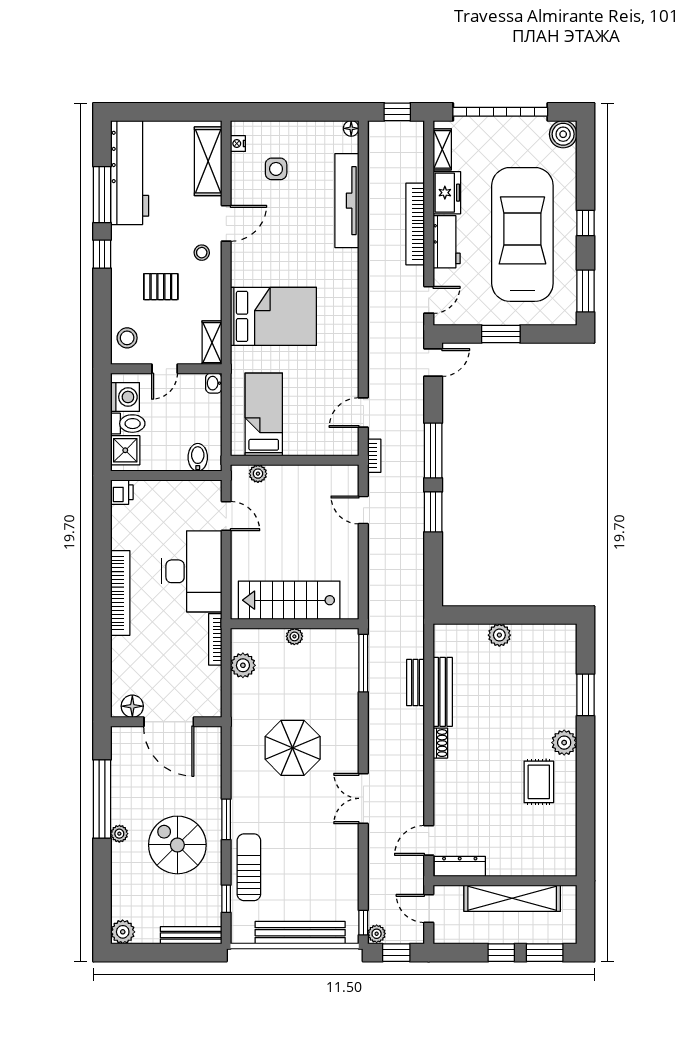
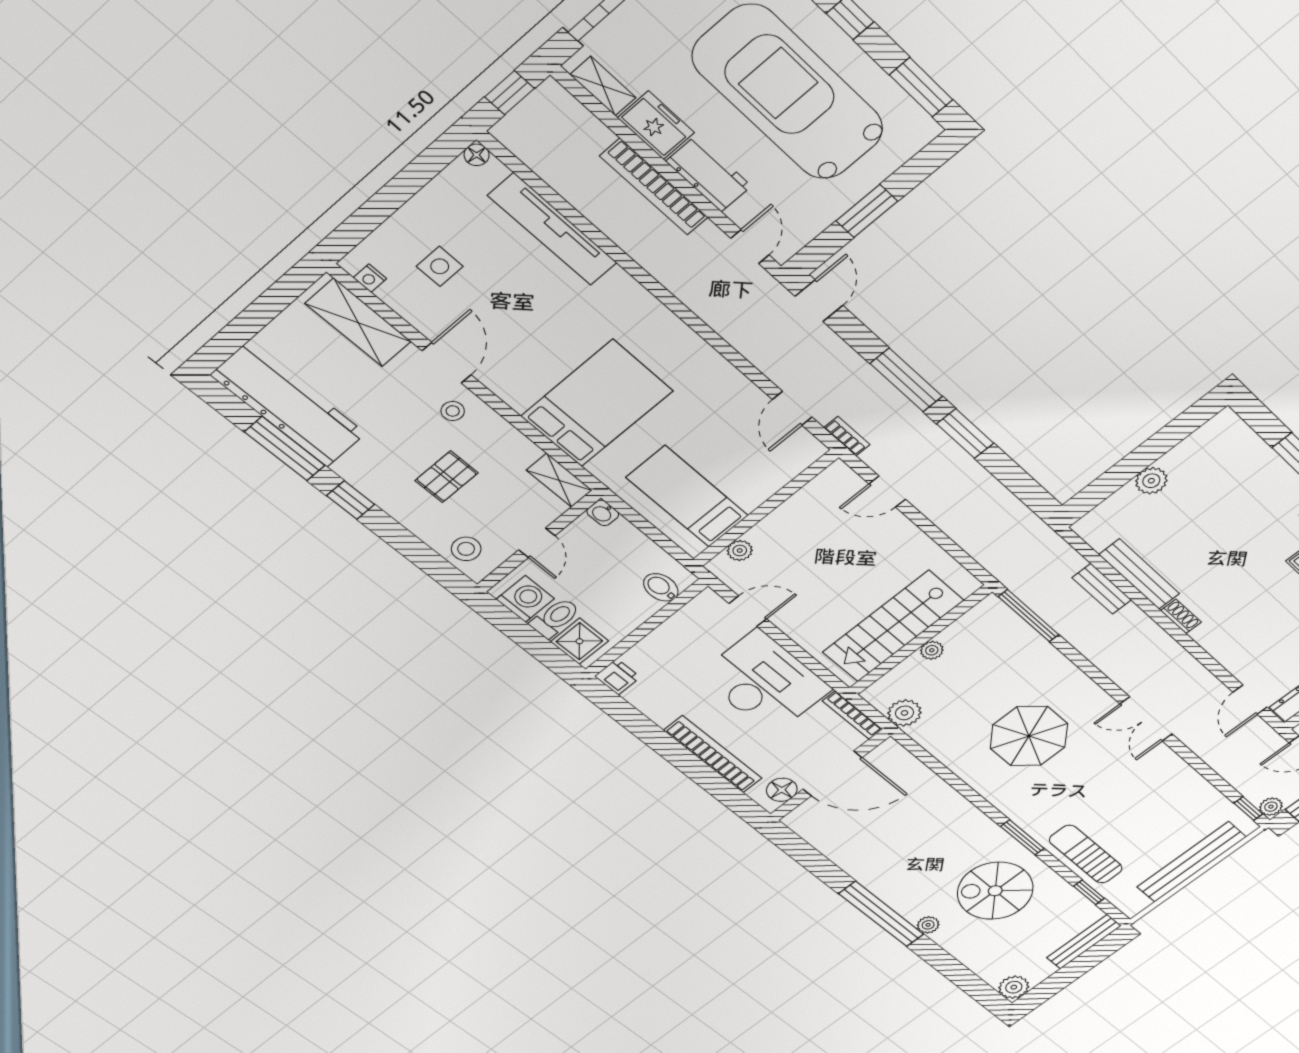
floor lamp: (132, 706) -> (782, 790), moved
wall: (166, 722) -> (830, 775), moved
door: (169, 722) -> (832, 773), moved

